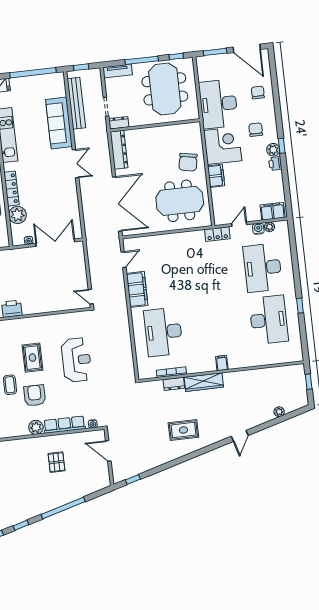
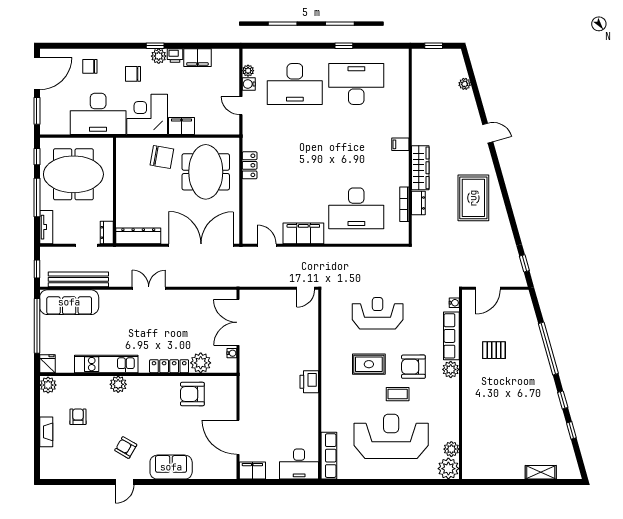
sofa: (59, 123) -> (69, 302), moved
filing cabinet: (273, 211) -> (197, 58), moved, turned -90
locker: (217, 234) -> (250, 165), moved
rug: (183, 430) -> (473, 198), width x1.36, depth x1.43

